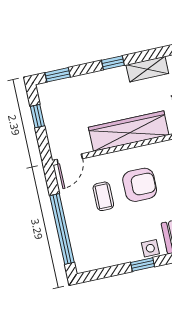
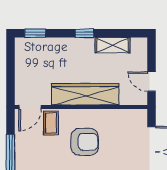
window: (37, 116) -> (11, 65), removed
coffee table: (103, 196) -> (51, 123), moved

